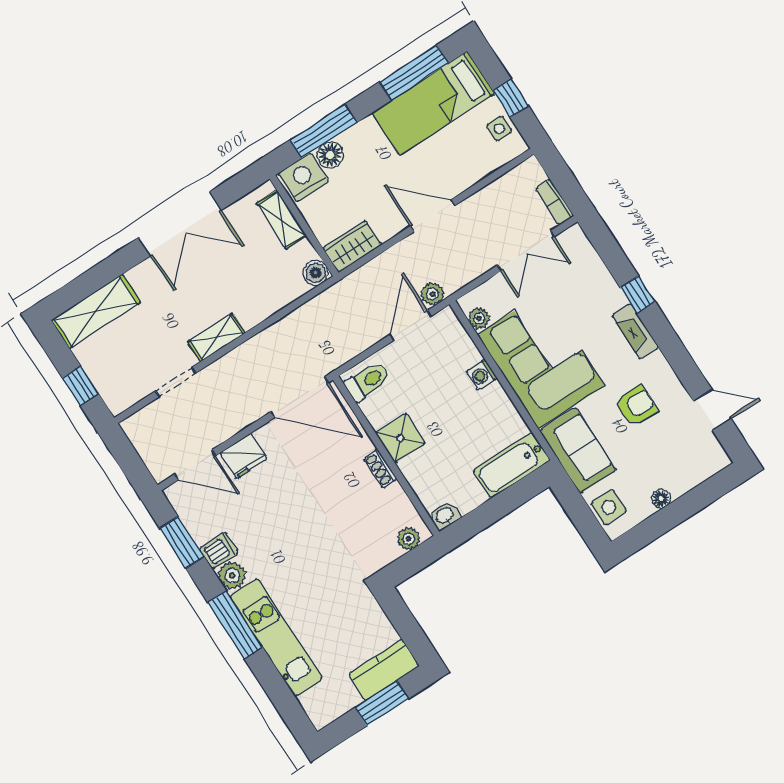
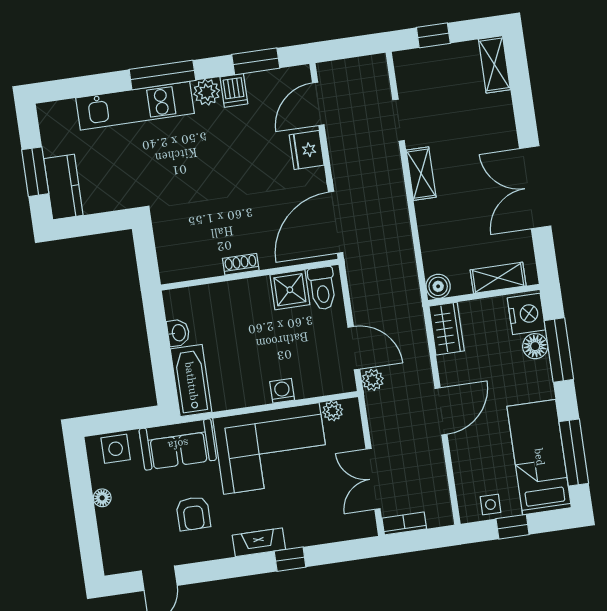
shelving: (96, 311) -> (494, 64), width x0.67, depth x0.75
shower: (400, 438) -> (290, 290), moved
washbasin: (445, 516) -> (178, 333), moved
plant: (409, 539) -> (168, 261), removed

